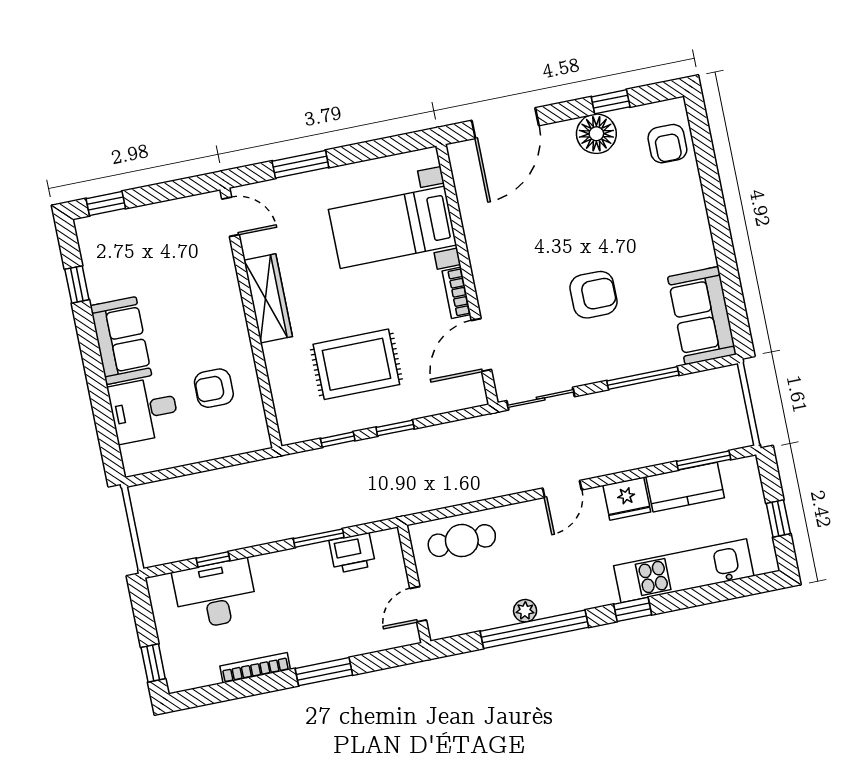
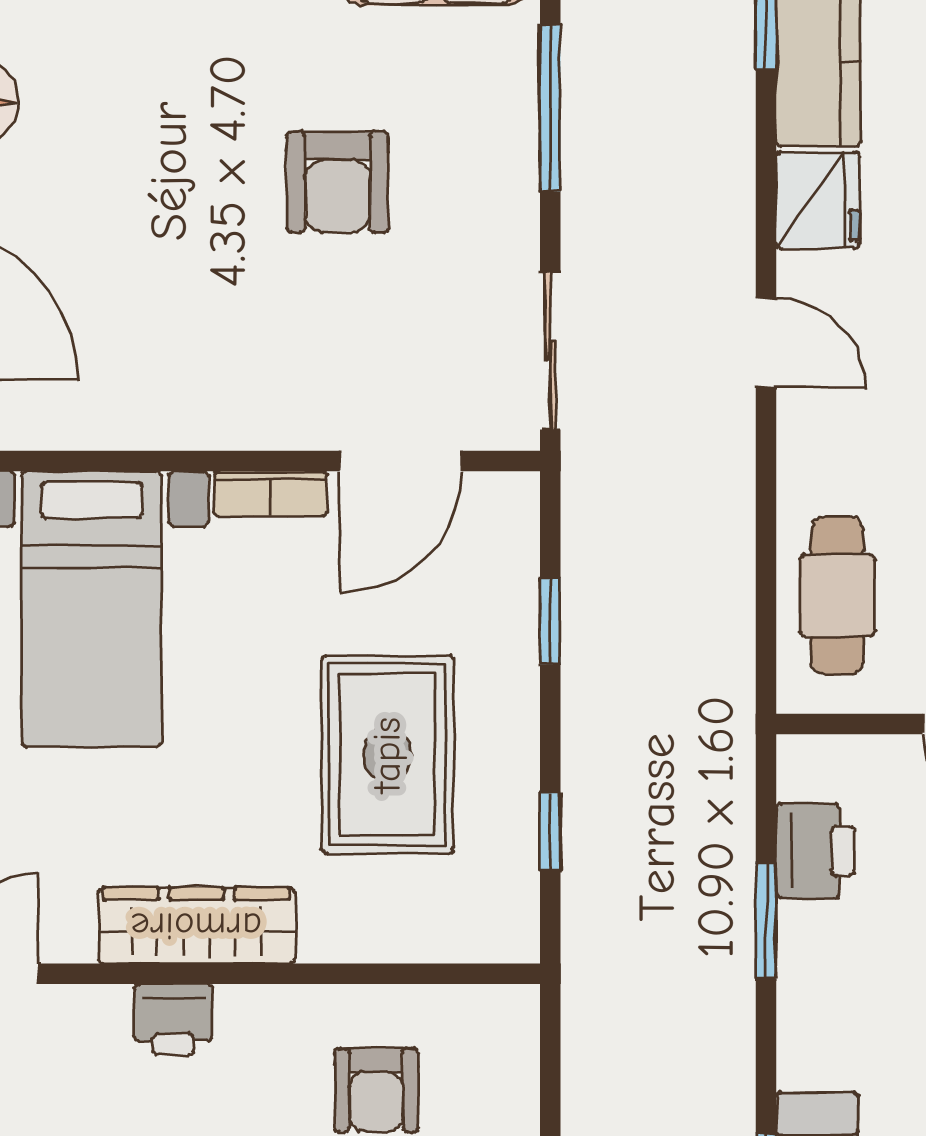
armchair: (594, 295) -> (338, 182), turned 180
printer: (227, 297) -> (173, 1019), added
door: (481, 345) -> (401, 461), hinge flipped
window: (395, 428) -> (550, 621), moved

